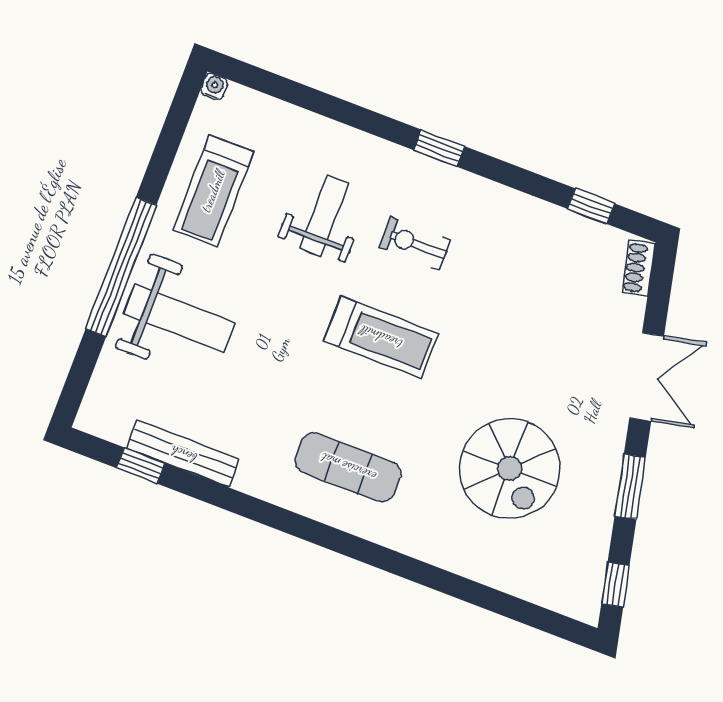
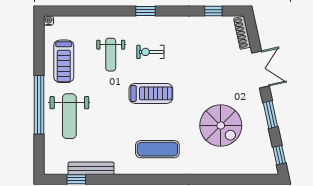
weight bench: (324, 216) -> (111, 55), turned 180
shoe rack: (639, 268) -> (242, 33), width x1.43
weight bench: (179, 318) -> (69, 116), turned 90

